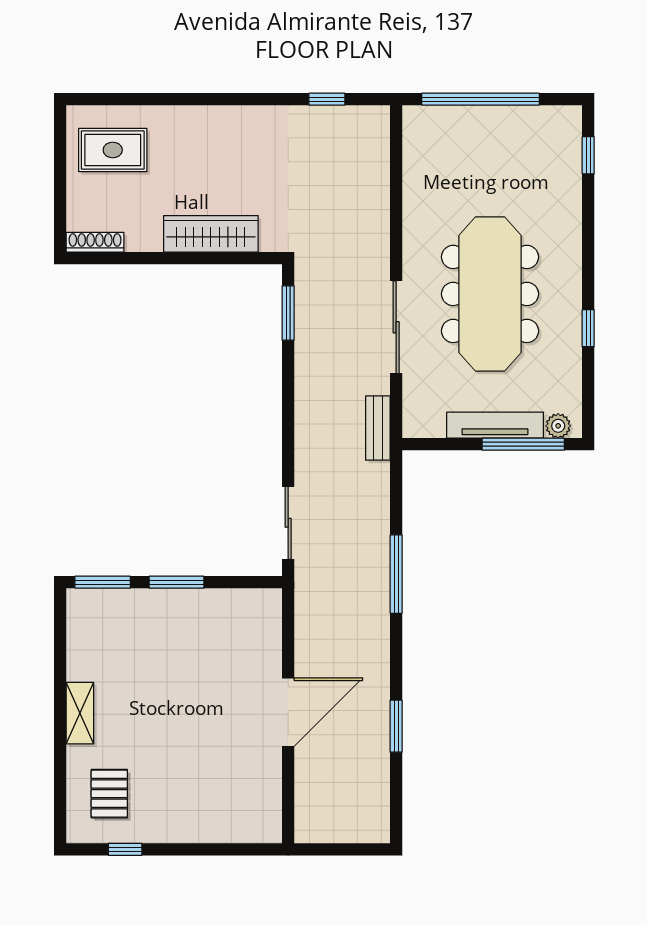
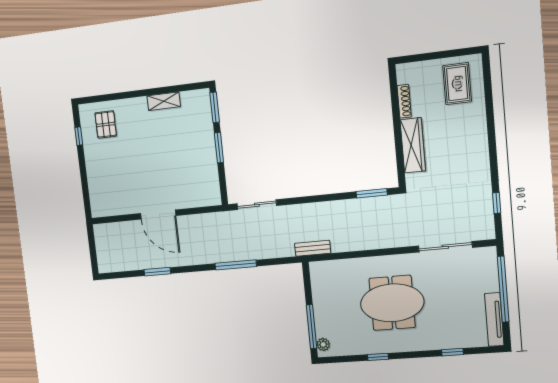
window: (588, 155) -> (452, 352), moved
shoe rack: (95, 242) -> (404, 101), moved
meeting table: (490, 294) -> (392, 303), width x0.73
sliding door: (396, 327) -> (445, 247), moved
tv unit: (495, 425) -> (494, 319), moved, turned 180
shelving: (80, 713) -> (164, 101), moved
pallet: (109, 794) -> (106, 124), turned 90

